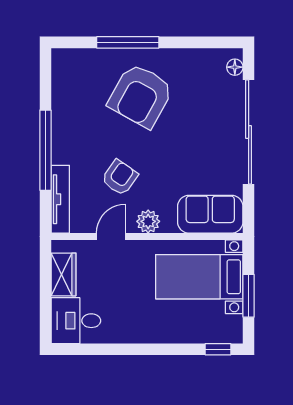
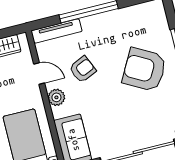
armchair: (120, 178) -> (83, 69), turned -59

